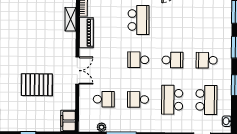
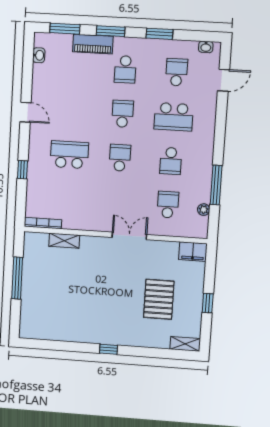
piano: (86, 33) -> (93, 44), moved, turned 180
school desk: (138, 60) -> (120, 158), turned 180
pallet: (37, 85) -> (159, 299), moved
school desk: (206, 100) -> (177, 72), width x0.54

